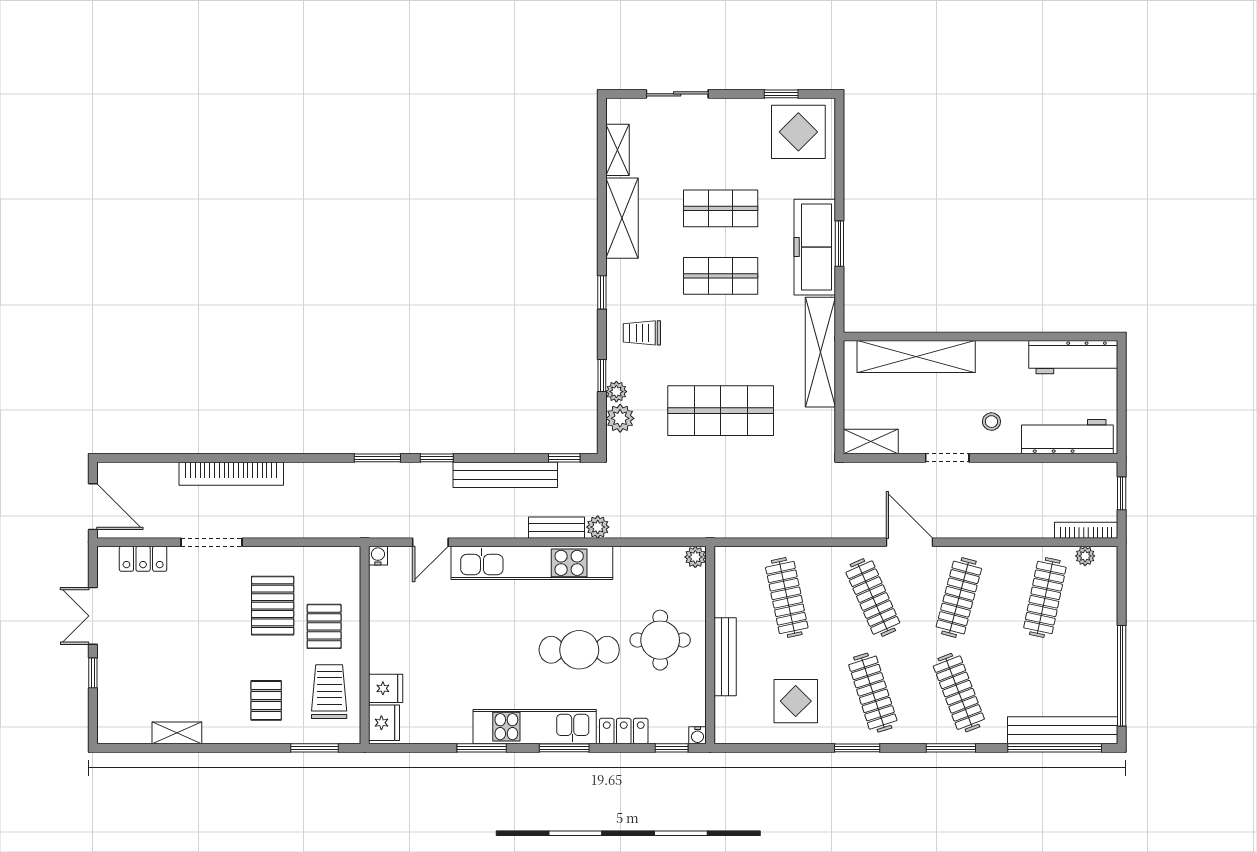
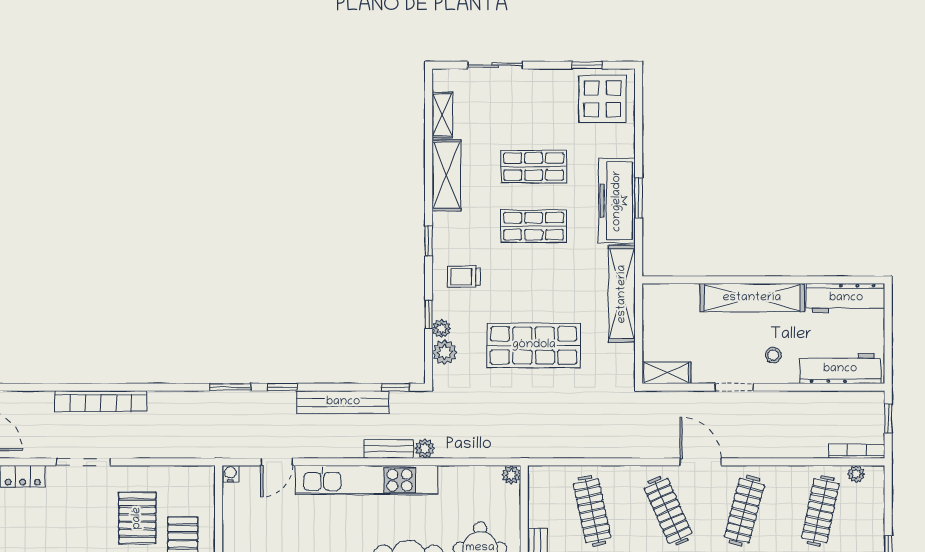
shelving: (916, 357) -> (752, 298), moved

